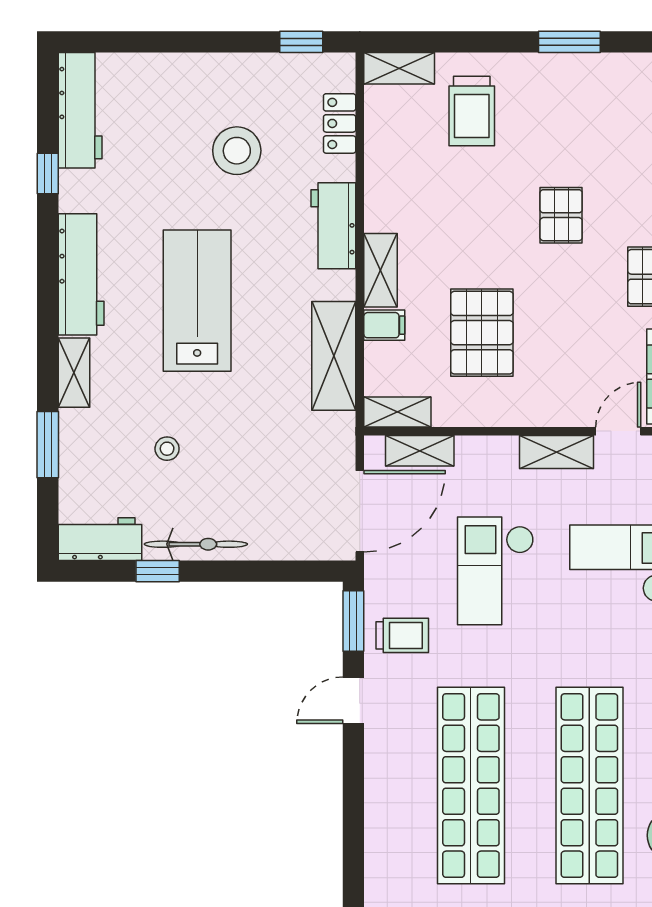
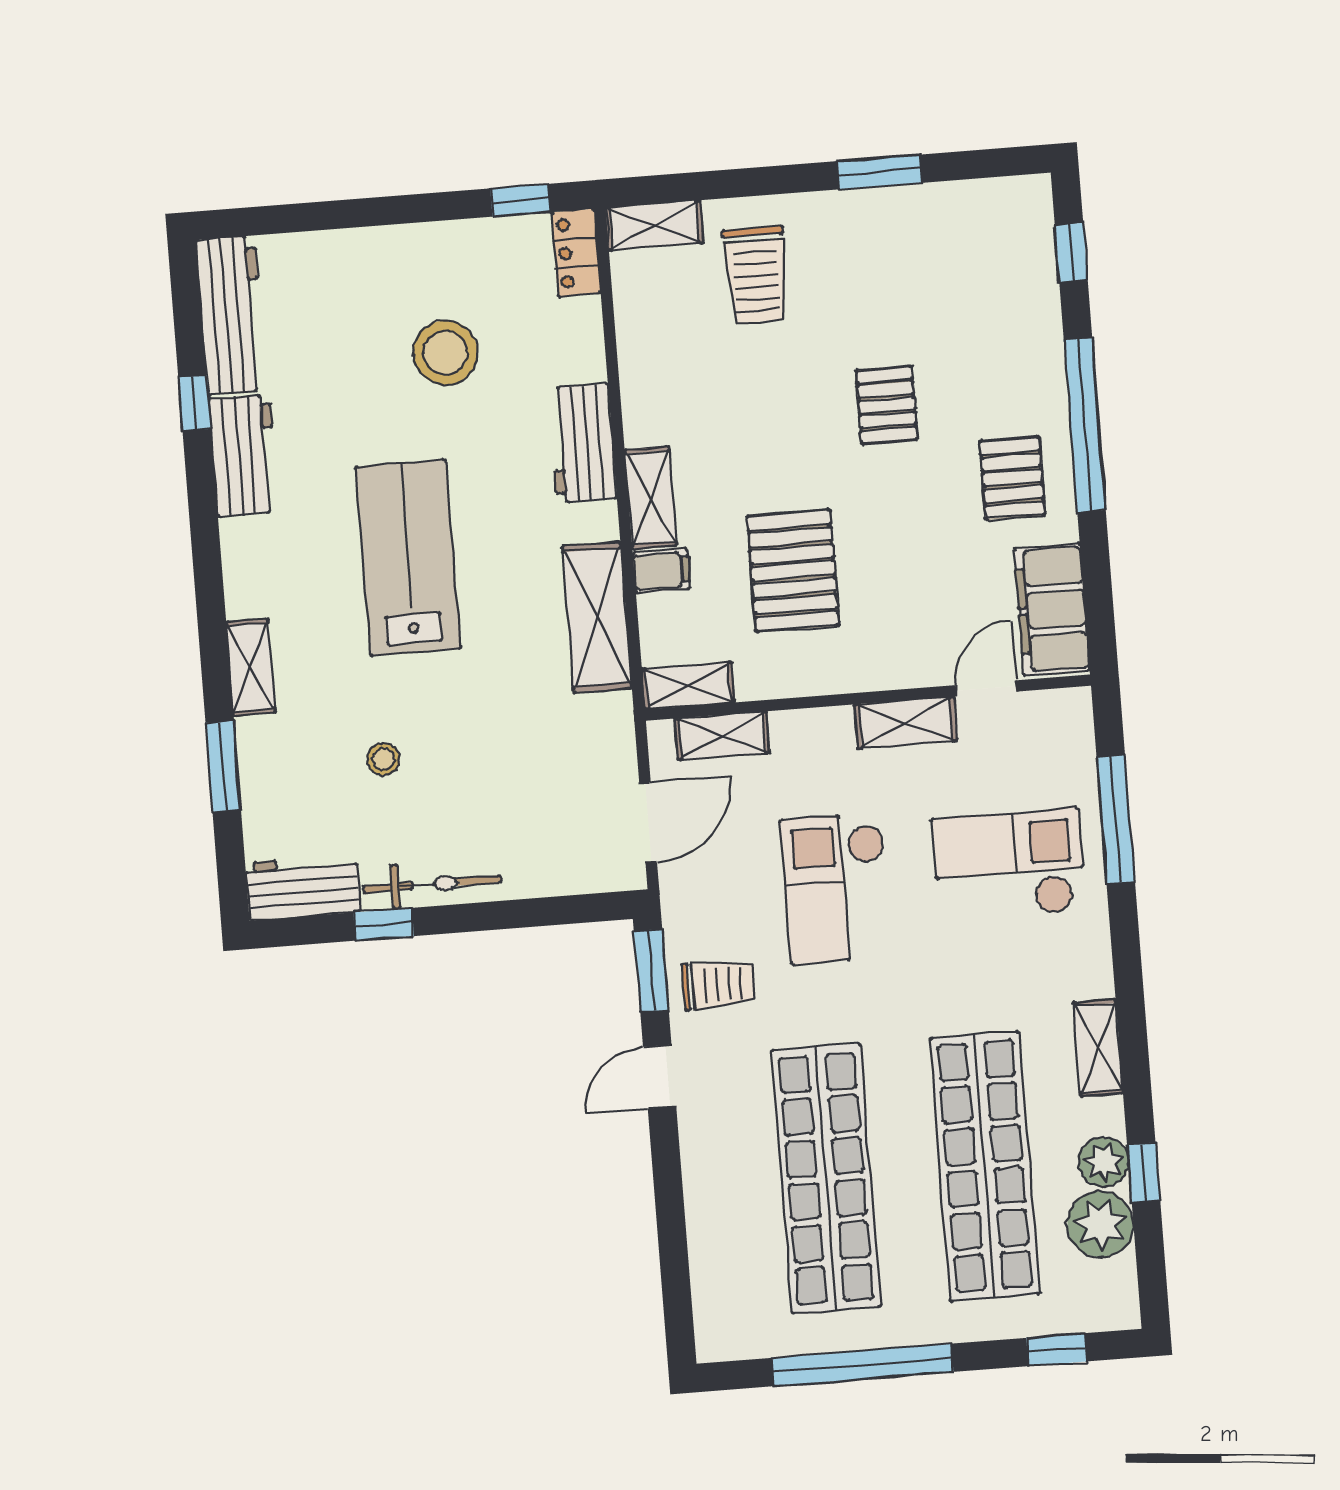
locker: (340, 123) -> (576, 253), moved
workbench: (81, 274) -> (244, 455), moved, width x0.73
door: (360, 511) -> (648, 823), width x0.73

